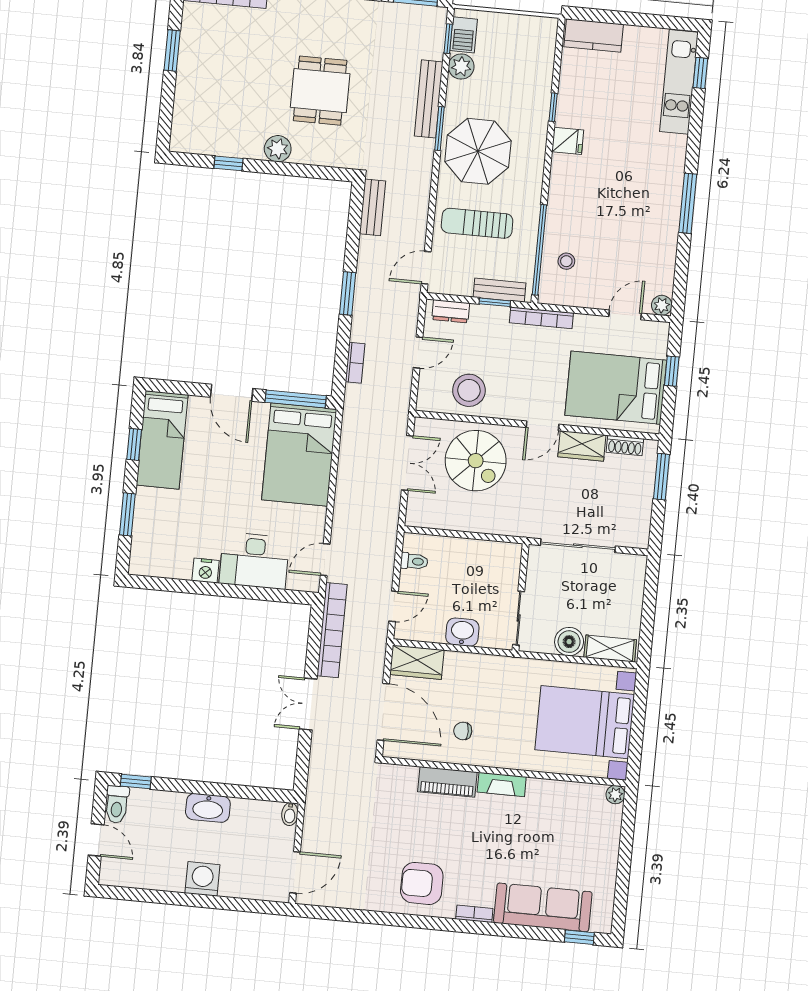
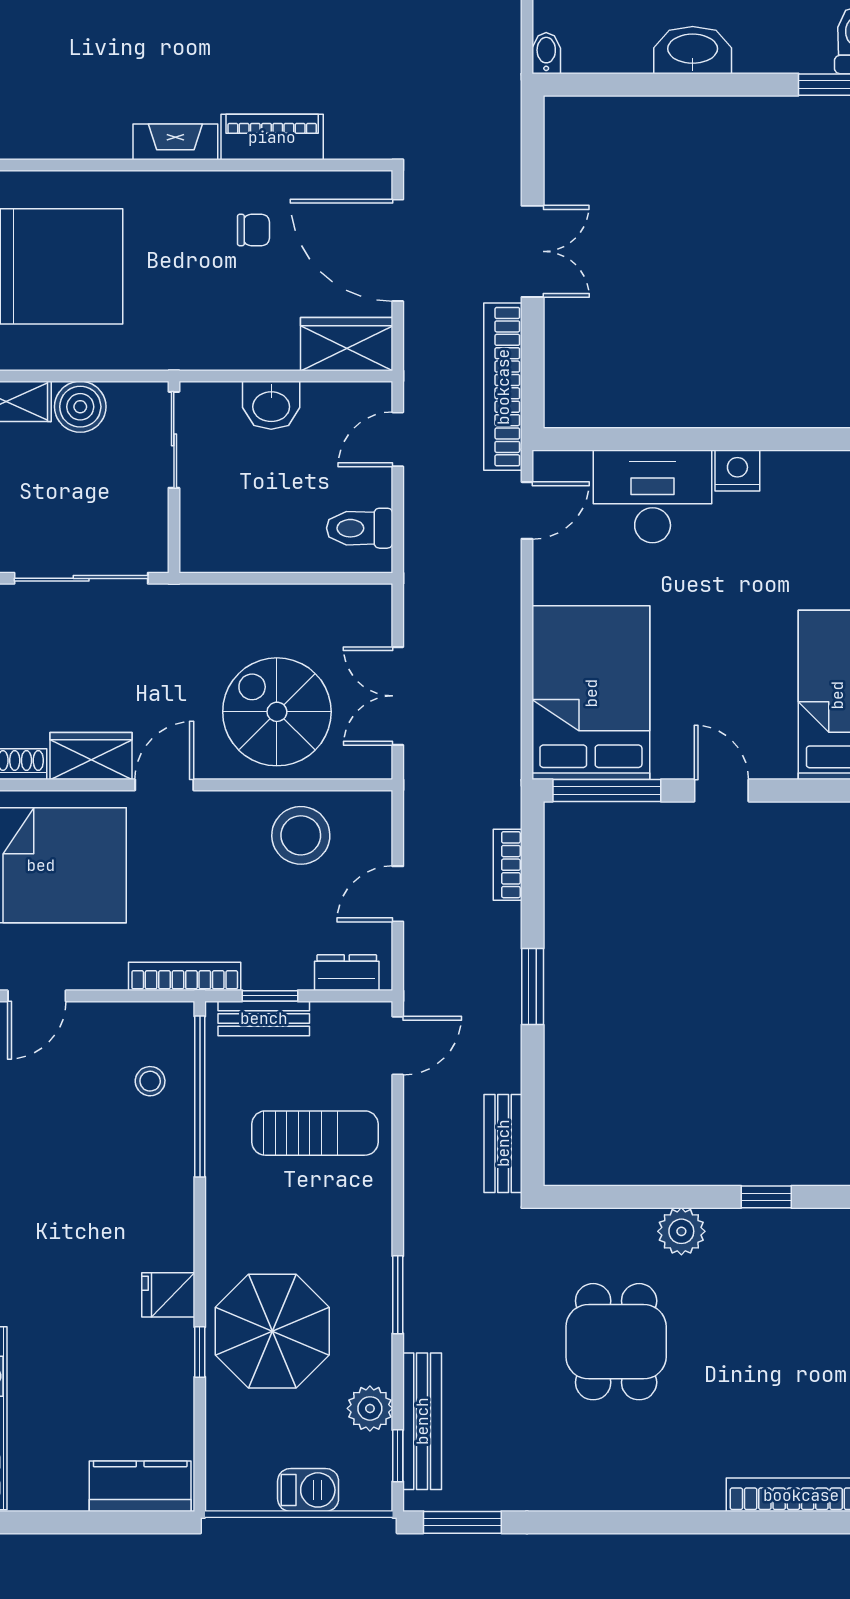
barbecue: (464, 35) -> (308, 1490), moved, turned 90
bench: (429, 99) -> (422, 1421), moved
parasol: (478, 151) -> (272, 1331), moved
door: (232, 393) -> (721, 791), width x0.73
toilet: (414, 561) -> (360, 528), width x1.37, depth x1.39

